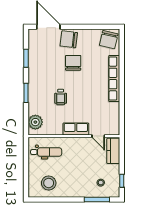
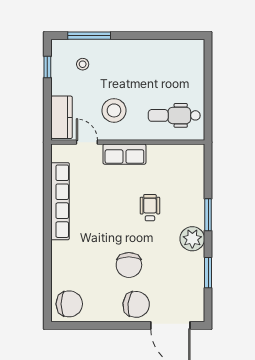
chair: (109, 40) -> (69, 304), turned 77
row of seats: (114, 79) -> (60, 201), moved
plant: (35, 122) -> (192, 239), moved
stool: (49, 183) -> (114, 110), moved

